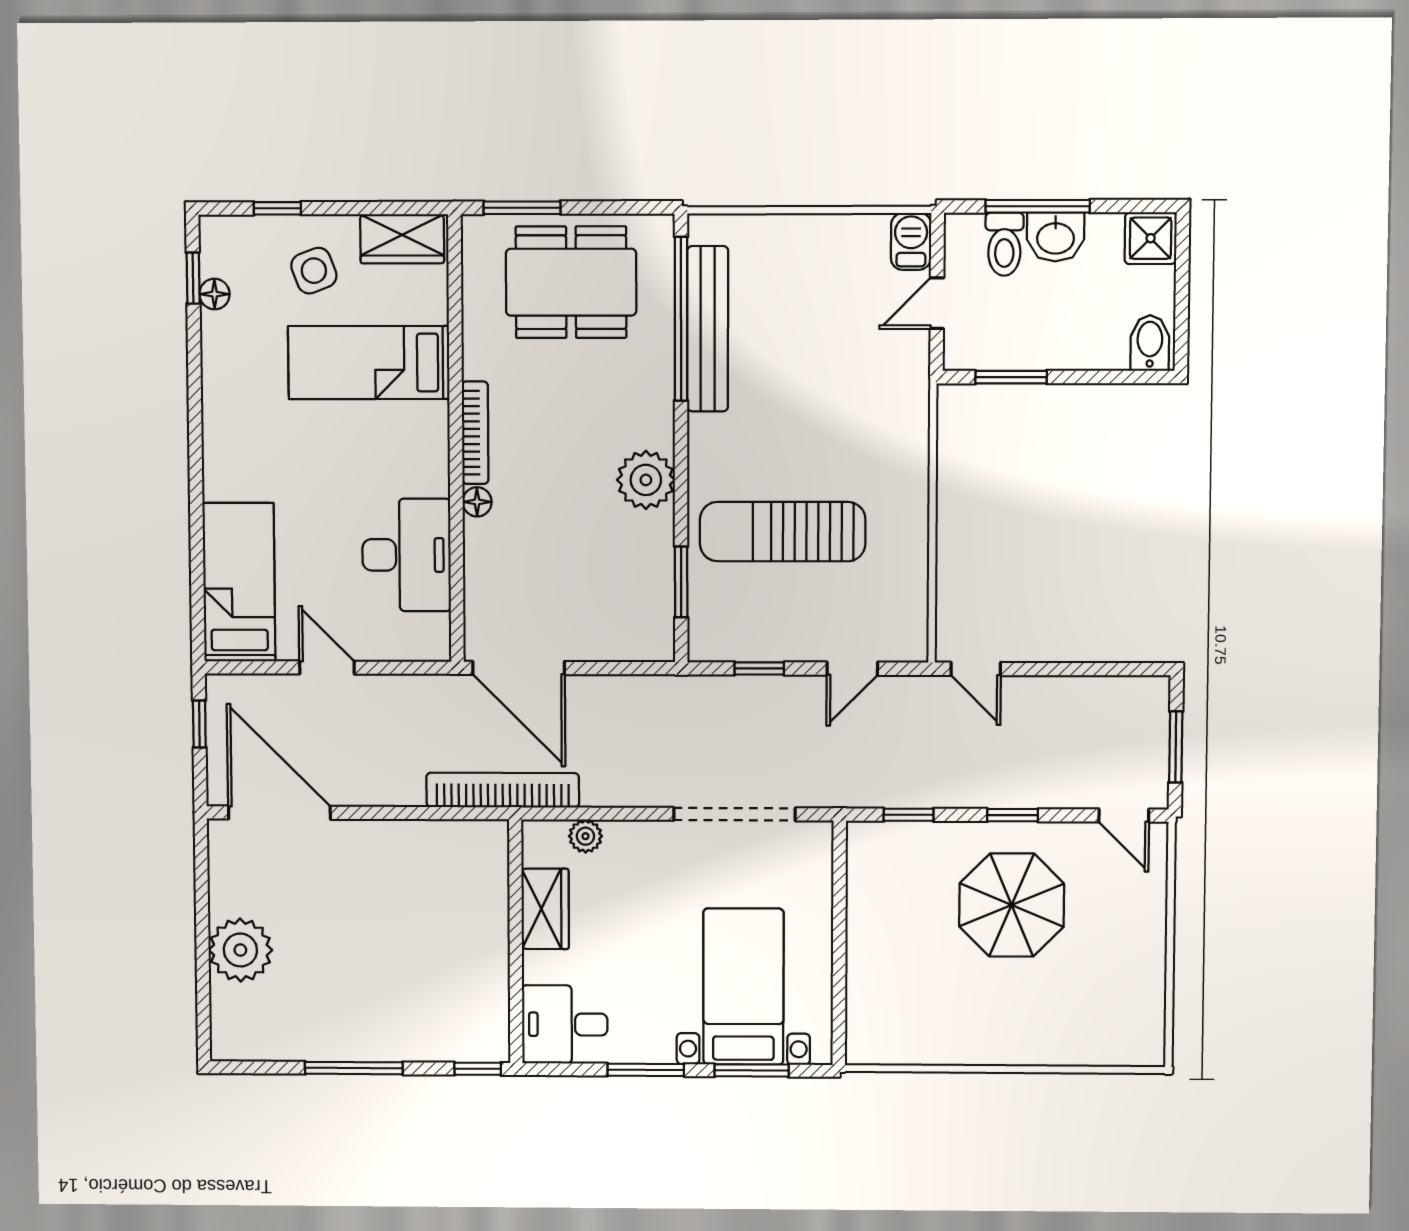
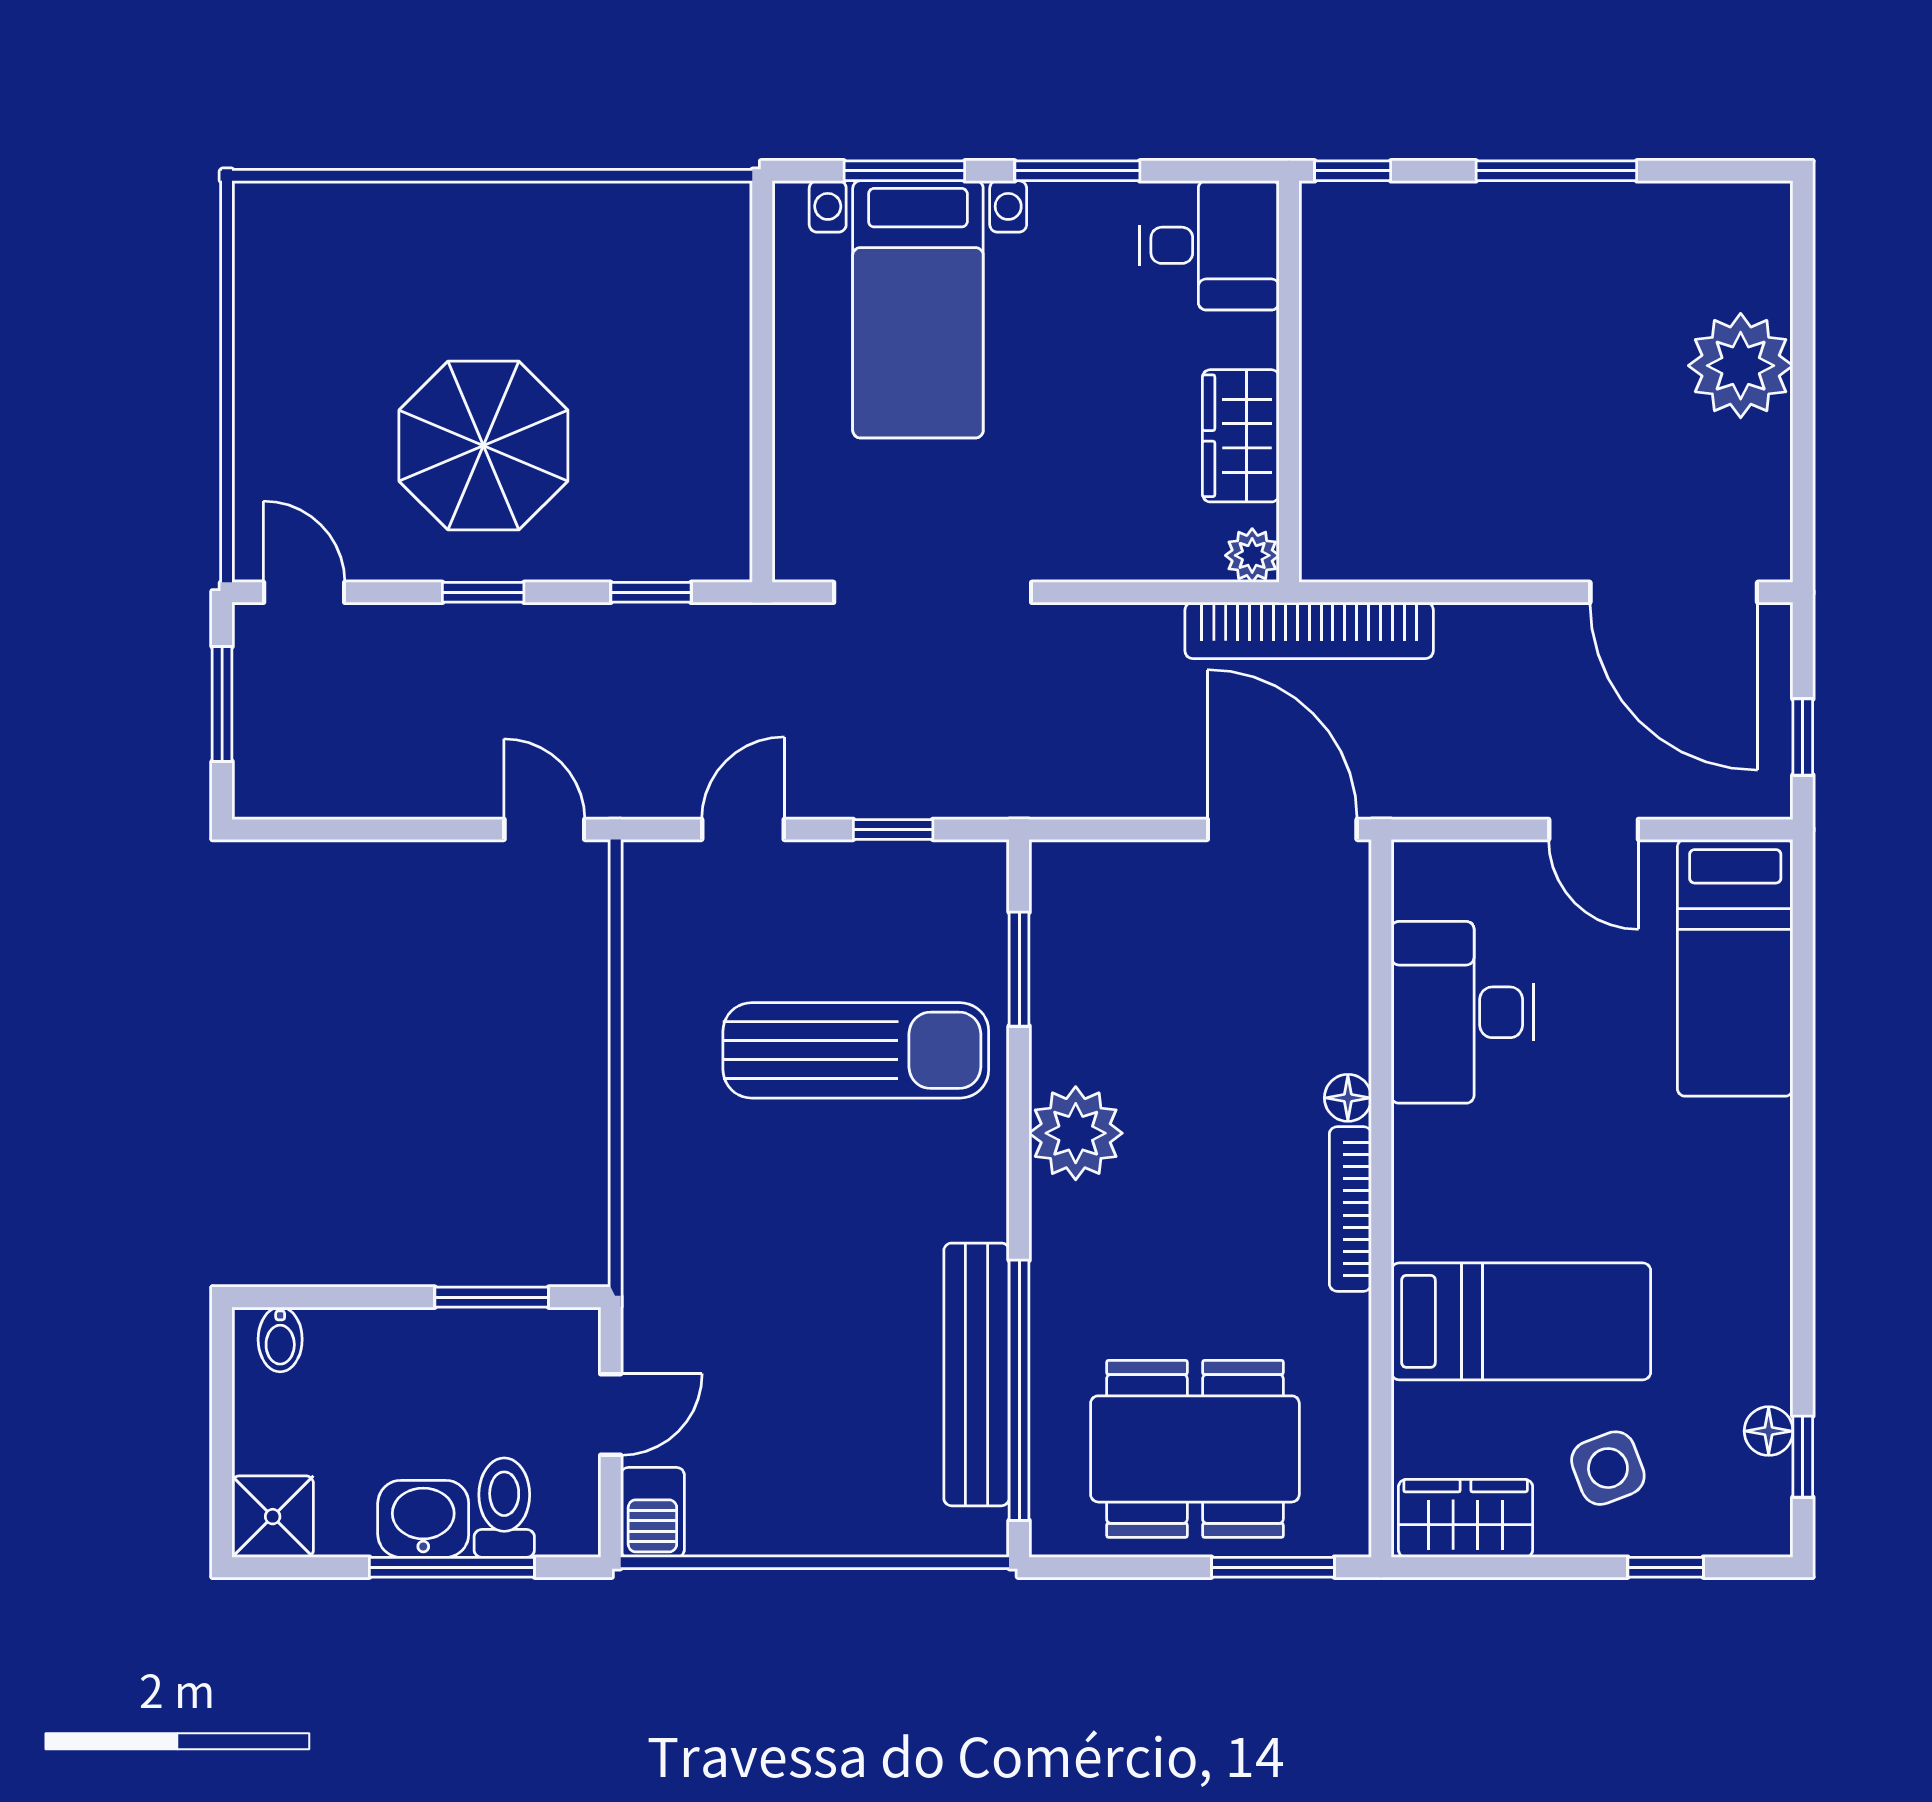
bidet: (1150, 343) -> (280, 1339), width x0.72, depth x0.74
plant: (585, 836) -> (1252, 555), moved

